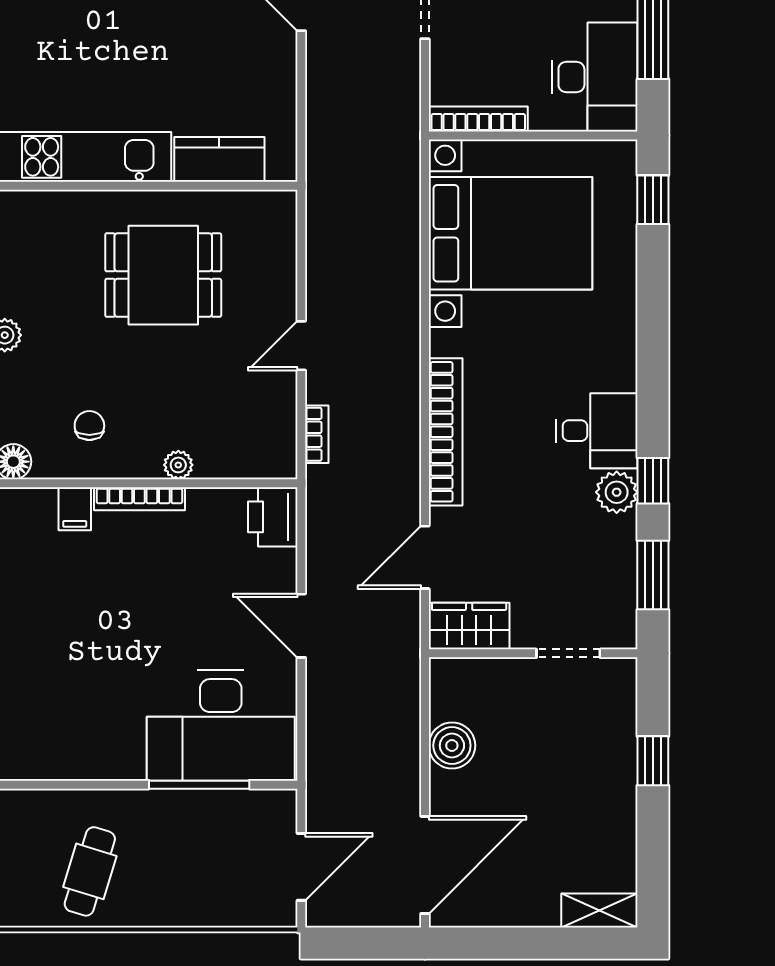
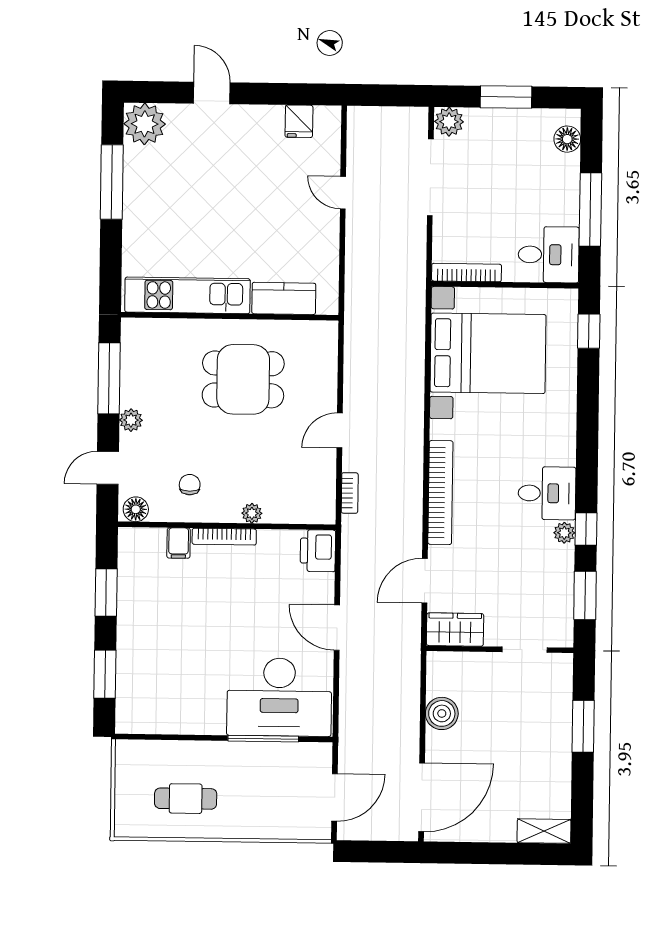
desk: (595, 77) -> (549, 255), width x0.73
plant: (617, 492) -> (564, 533), width x0.73, depth x0.73
window: (653, 761) -> (583, 726), width x1.50
cafe table: (90, 871) -> (186, 799), turned 73

